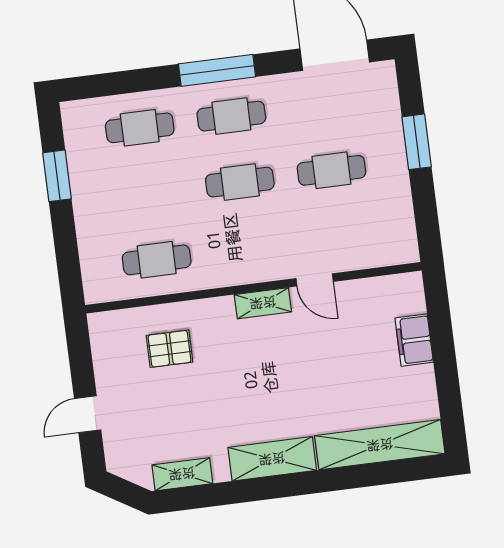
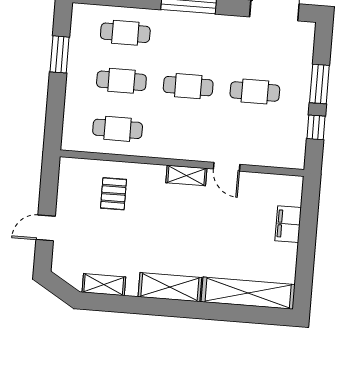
cafe table: (231, 116) -> (121, 81), moved
window: (424, 201) -> (316, 127), added
pallet: (170, 349) -> (113, 194), turned 90

